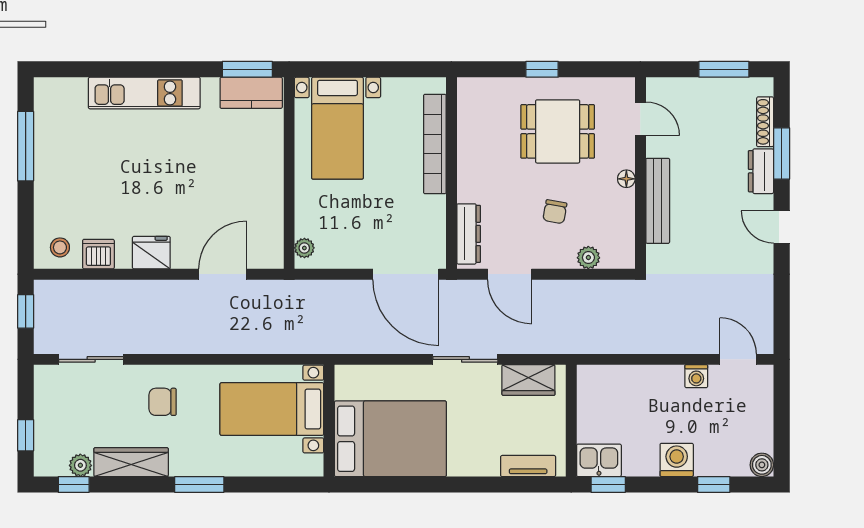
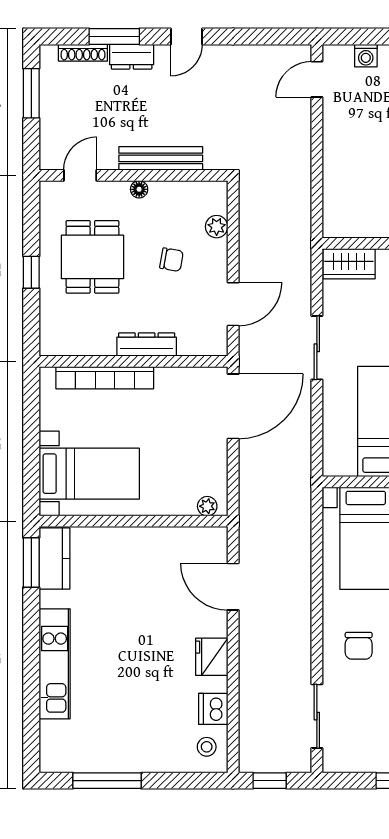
dresser: (469, 234) -> (147, 345), moved
washing machine: (696, 376) -> (366, 56), moved, turned 90
wardrobe: (528, 380) -> (349, 264), moved, turned 90

